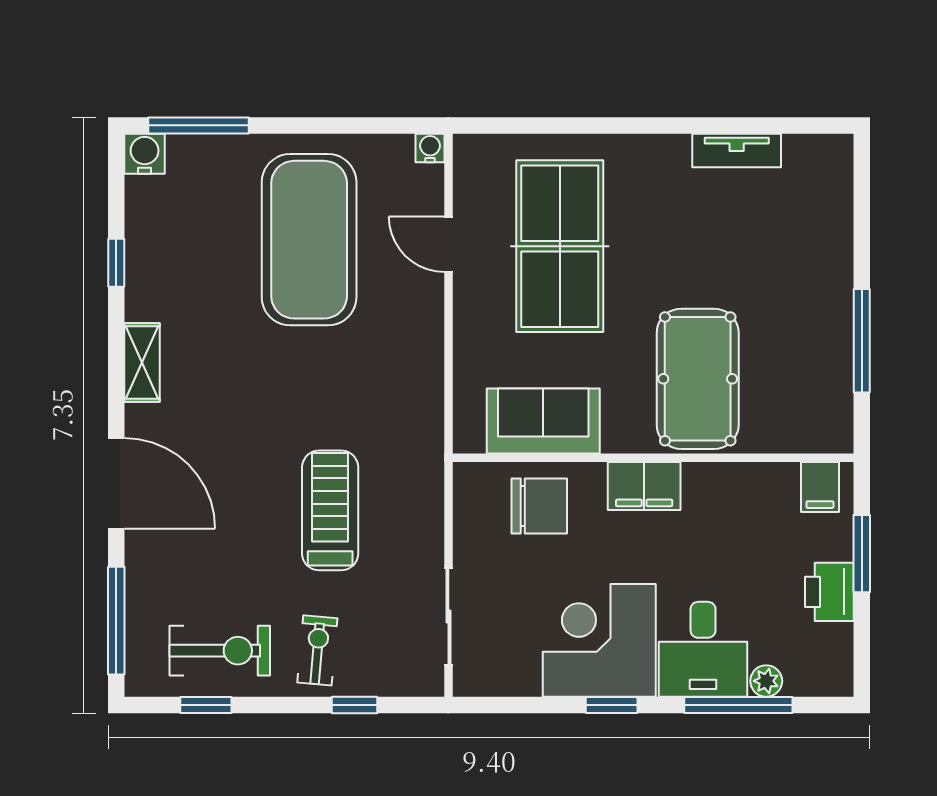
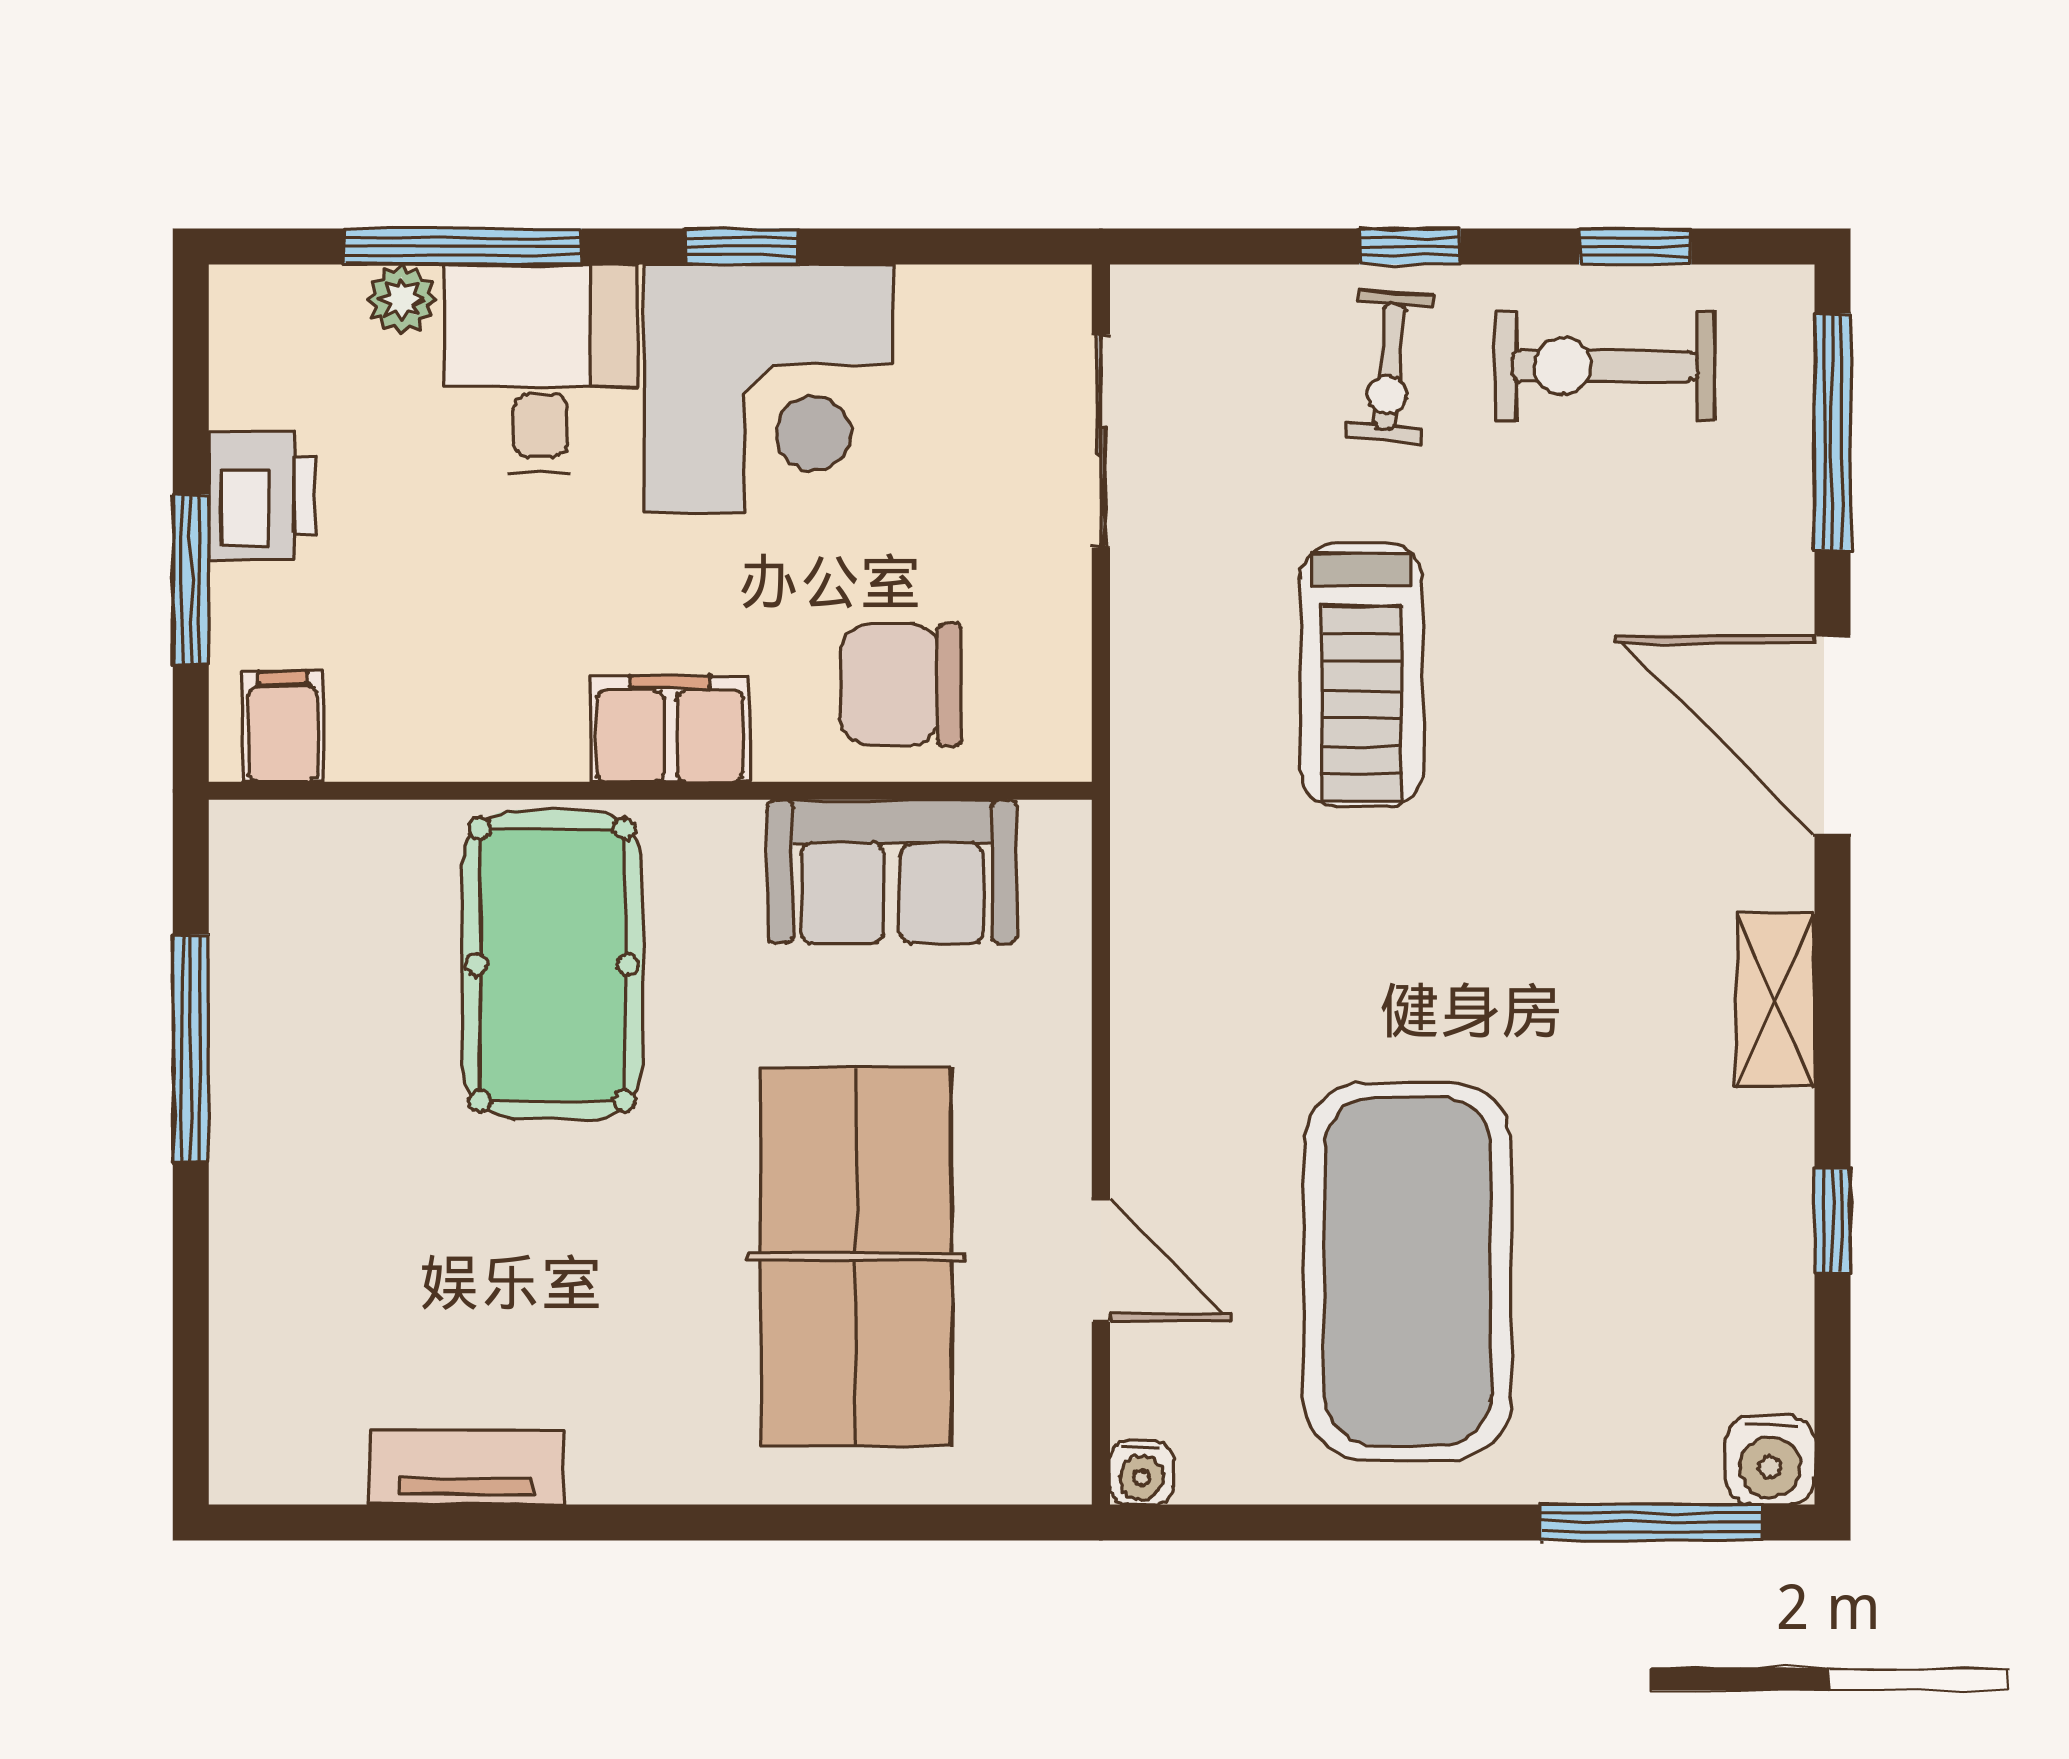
window: (354, 705) -> (1410, 247), moved

